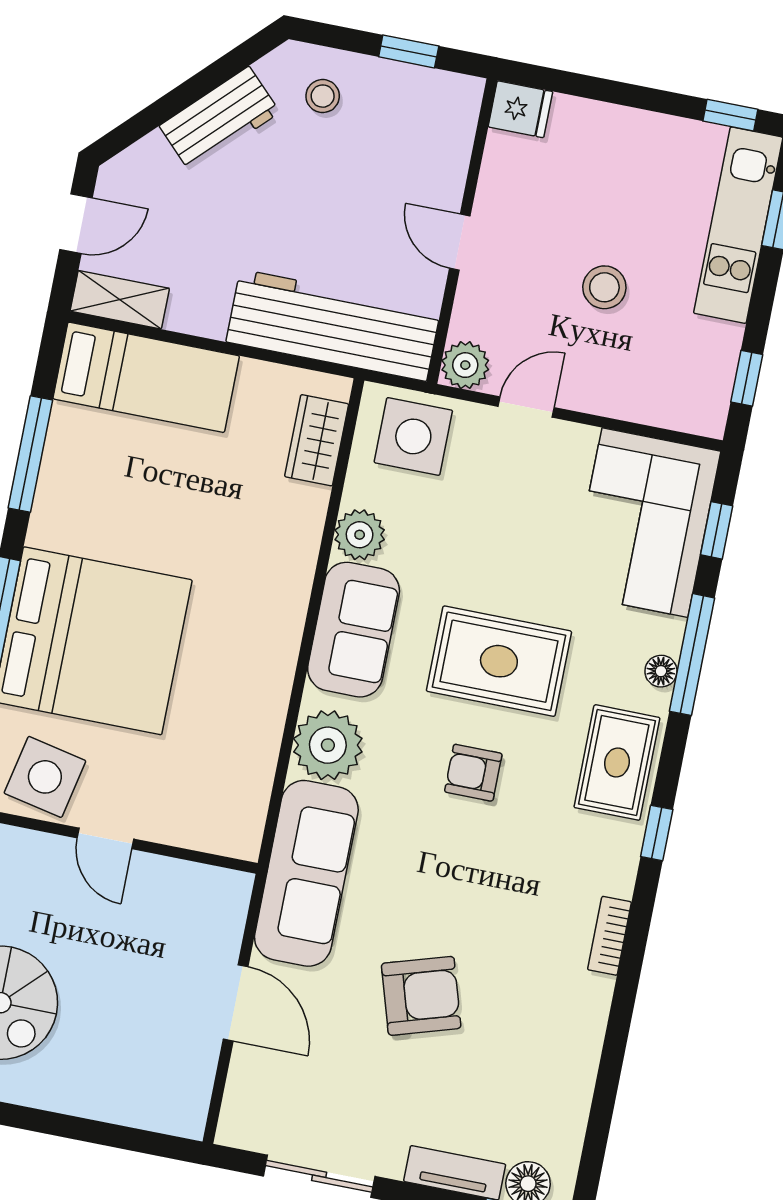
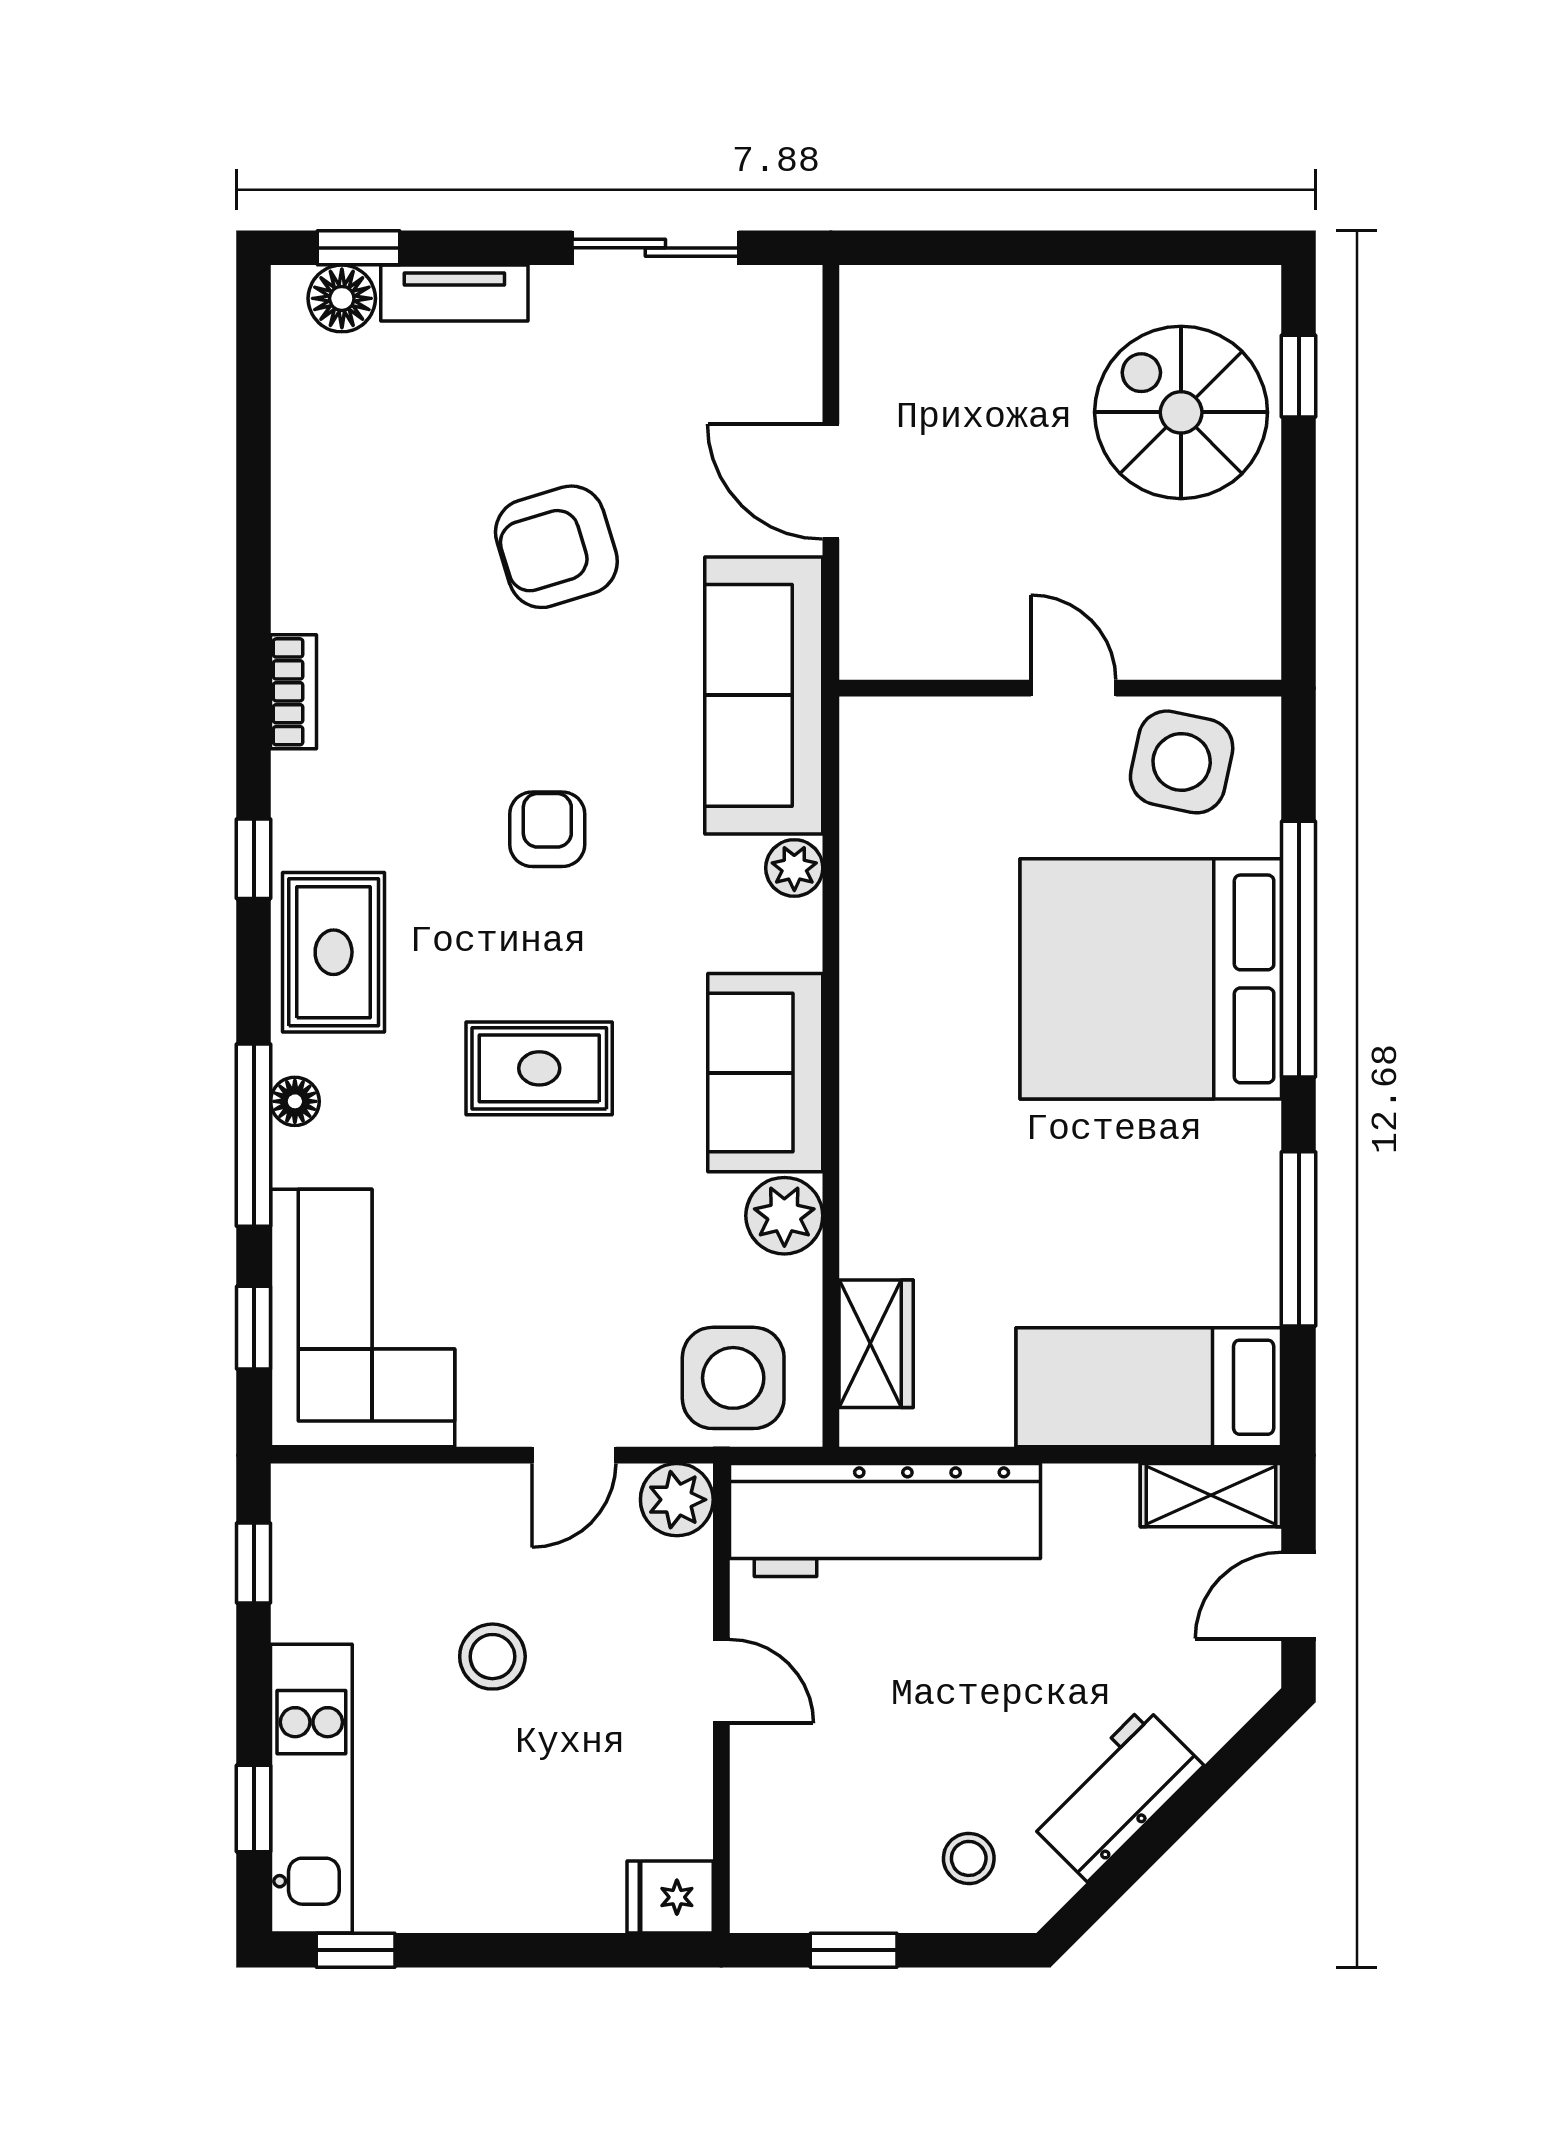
rug: (499, 661) -> (539, 1068), width x0.73, depth x0.70
plant: (328, 745) -> (794, 868), width x0.53, depth x0.53
armchair: (473, 773) -> (547, 829), moved, turned -90

